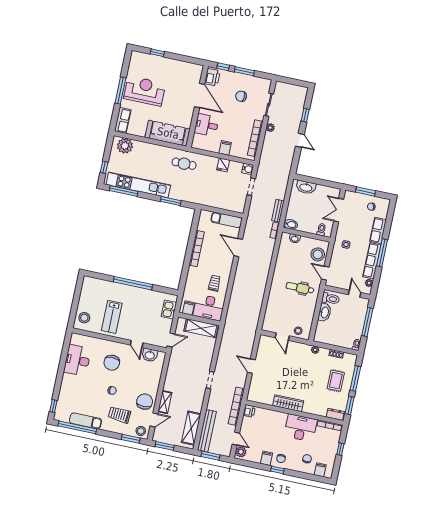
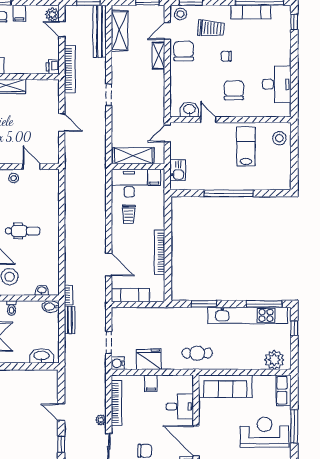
reception desk: (145, 91) -> (264, 432), turned 180
fridge: (223, 165) -> (149, 359), width x1.88, depth x1.34
chair: (145, 402) -> (184, 51), turned 180

